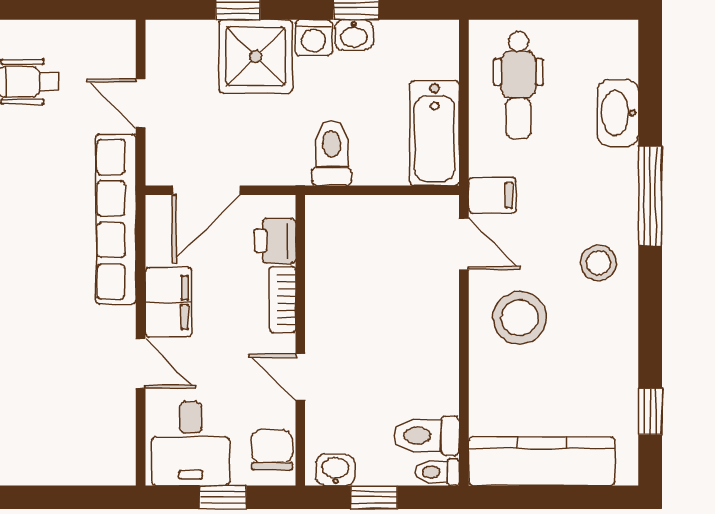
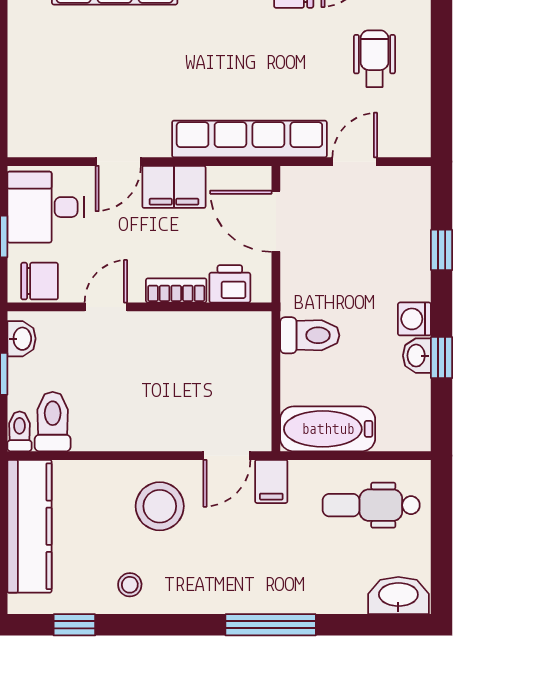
shower: (256, 56) -> (397, 266), removed
washbasin: (618, 113) -> (398, 596), moved
stool: (598, 263) -> (130, 585), moved, width x0.73, depth x0.73

